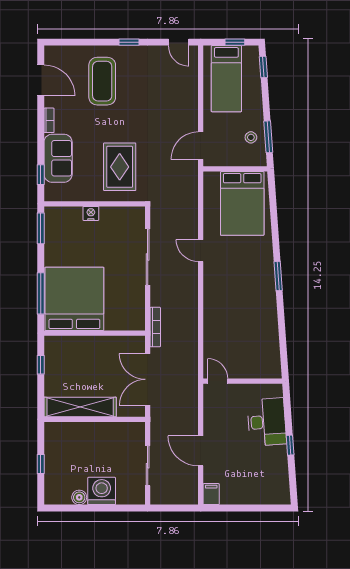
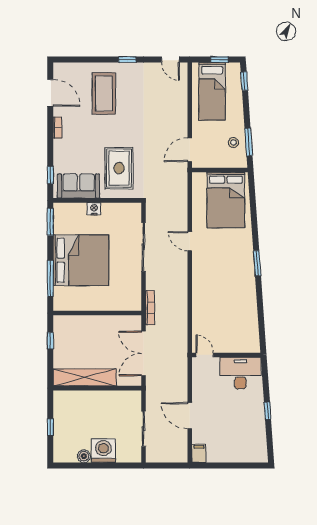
sofa: (58, 158) -> (79, 186), moved, turned -90
bed: (74, 299) -> (81, 260), moved, turned 90
desk: (267, 422) -> (240, 373), moved, turned -86

